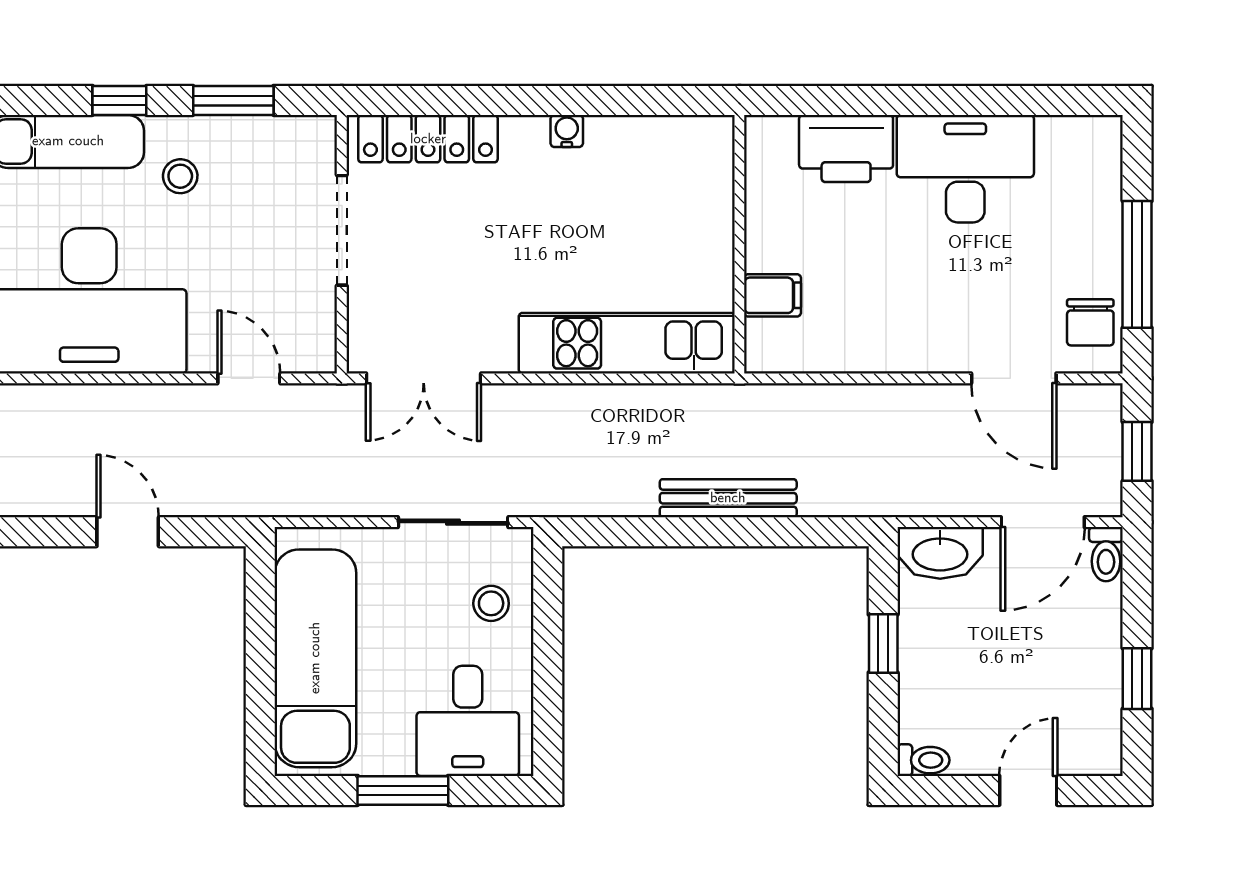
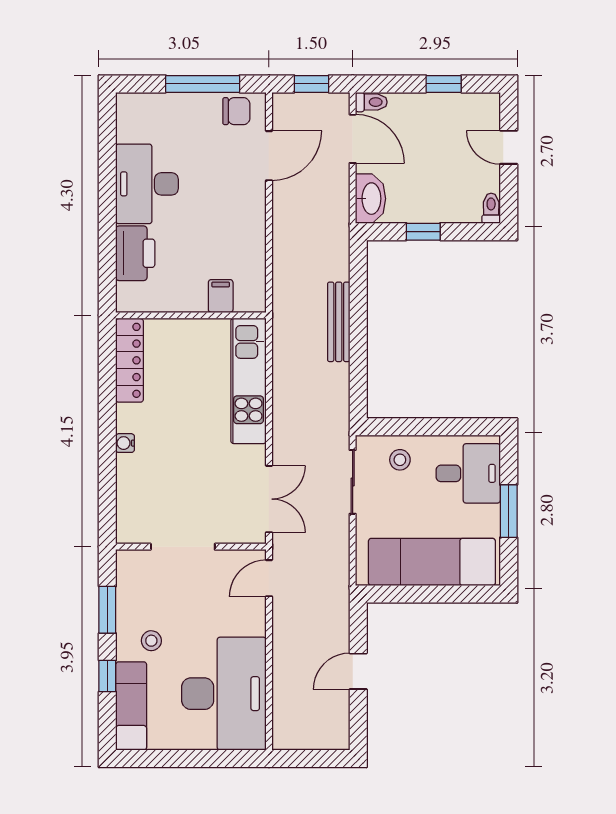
water cooler: (567, 131) -> (125, 443), moved
locker: (428, 139) -> (130, 360), moved
door: (249, 378) -> (269, 578), moved

